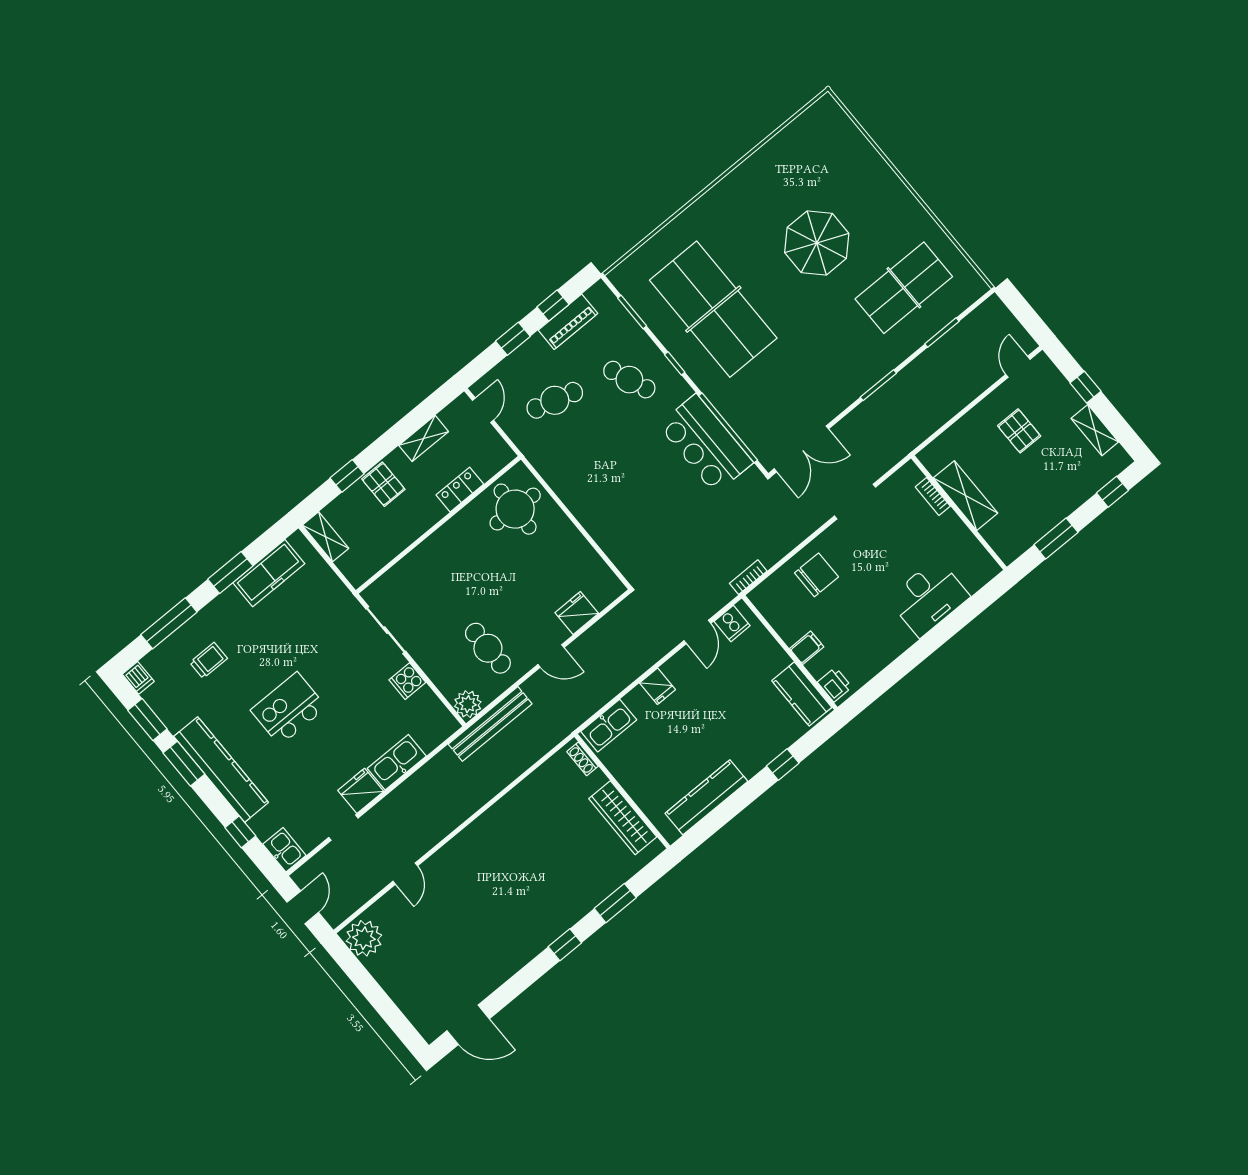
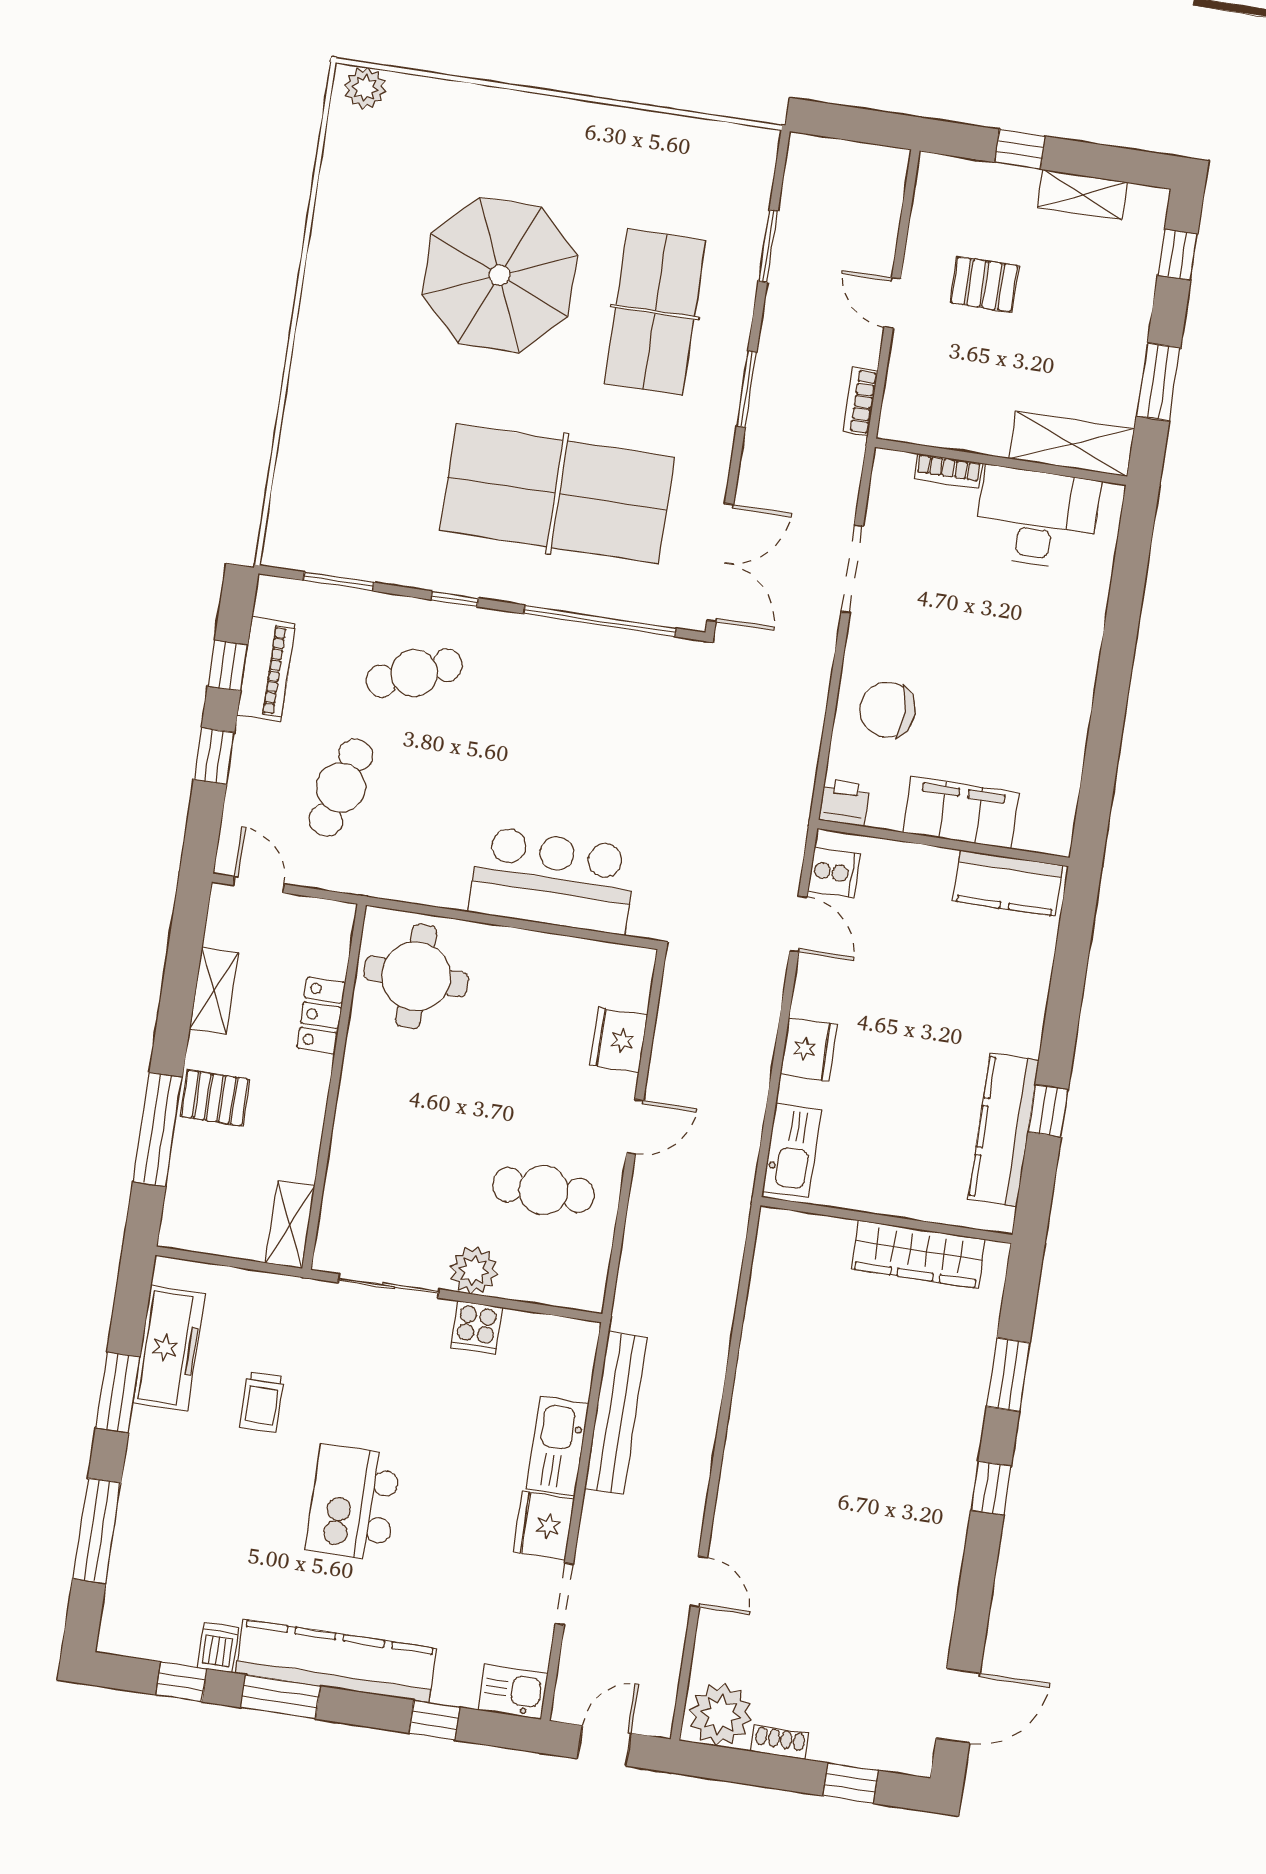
plant: (831, 113) -> (365, 88), added
parasol: (817, 243) -> (500, 275), width x1.36, depth x1.36
table tennis table: (904, 288) -> (655, 312), moved
table tennis table: (713, 309) -> (557, 494), moved
door: (1018, 367) -> (892, 303), moved
bar counter: (706, 444) -> (553, 880), moved, turned 180
window: (347, 476) -> (158, 1129), width x2.17
shelving: (966, 496) -> (1072, 444), moved
shelving: (326, 537) -> (290, 1225), moved, turned 90
chair: (816, 575) -> (888, 710), turned -90
bookcase: (748, 577) -> (860, 401), moved
desk: (929, 598) -> (1037, 518), moved, turned -90
filing cabinet: (807, 648) -> (961, 813), width x3.00, depth x1.17
trolley: (209, 660) -> (262, 1402), moved, turned 180
dishwasher: (138, 678) -> (218, 1648), moved, turned -90
printer: (835, 685) -> (844, 803), moved
fridge: (658, 686) -> (809, 1049), width x1.38
plant: (468, 704) -> (474, 1270), moved
window: (147, 720) -> (181, 1682), width x0.67
bench: (490, 724) -> (616, 1413), moved
shoe rack: (583, 759) -> (780, 1742), moved, turned 180
window: (783, 764) -> (1048, 1111), moved
door: (303, 907) -> (604, 1746), hinge flipped
window: (393, 1017) -> (851, 1783), added

